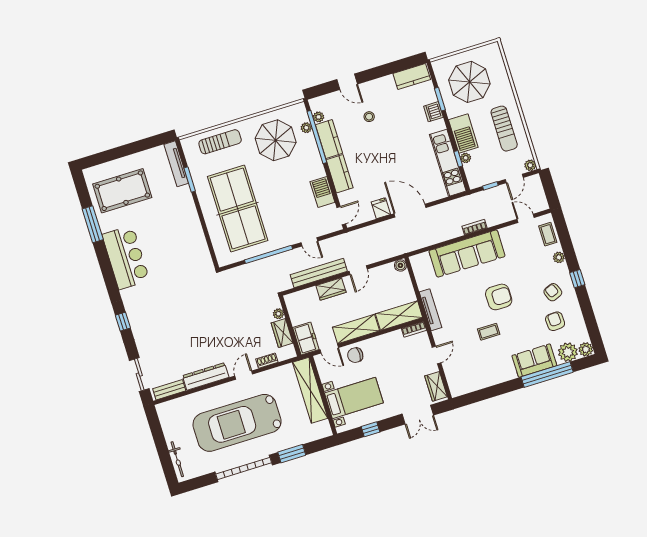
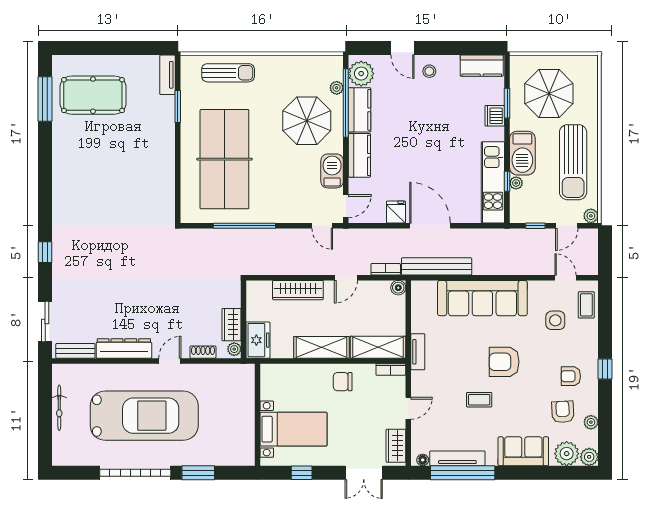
plant: (319, 117) -> (361, 74), width x1.88, depth x1.88
stool: (369, 117) -> (429, 71), moved
sun lounger: (504, 129) -> (573, 162), width x1.36, depth x1.34
parasol: (276, 140) -> (307, 121), moved
tv unit: (176, 164) -> (167, 75), width x0.71
window: (93, 224) -> (45, 99), moved
bookcase: (474, 227) -> (386, 269), moved
door: (309, 242) -> (322, 226), moved
side table: (528, 253) -> (555, 320), added
bar counter: (126, 257) -> (72, 176), removed
plant: (559, 257) -> (591, 422), moved
bench: (319, 273) -> (437, 266), moved
wardrobe: (331, 289) -> (298, 290), width x1.50
armchair: (553, 292) -> (571, 376), turned -68
armchair: (499, 297) -> (504, 362), turned 180
tv unit: (430, 310) -> (418, 352), width x0.71
plant: (278, 314) -> (234, 349), moved
door: (329, 349) -> (282, 361), removed
chair: (355, 355) -> (343, 382), moved
window: (547, 375) -> (463, 473), moved
tv unit: (486, 382) -> (457, 458), added
shelving: (310, 390) -> (244, 404), removed
floor lamp: (460, 391) -> (423, 460), added
car: (237, 423) -> (144, 416), turned 180
bicycle: (177, 459) -> (59, 408), moved

